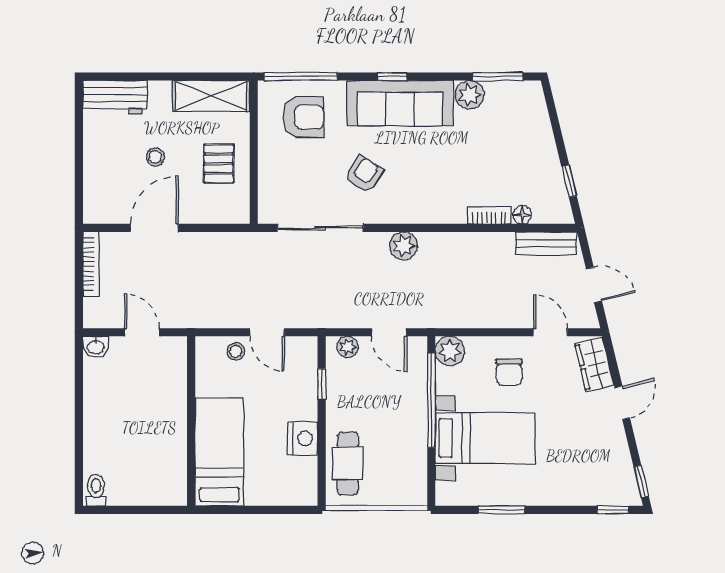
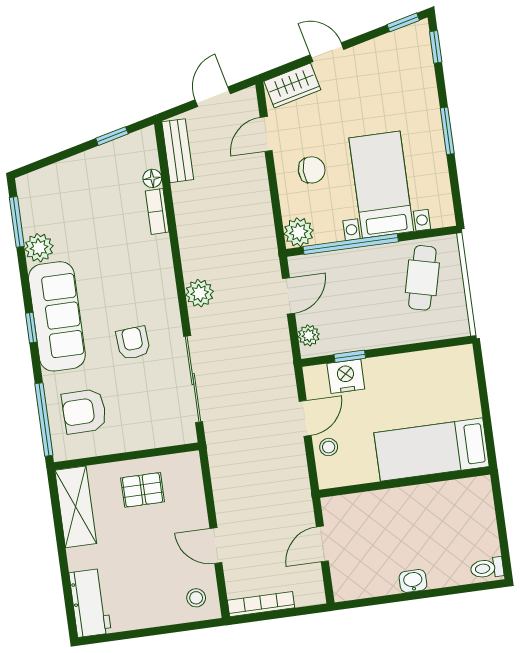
armchair: (303, 117) -> (84, 411), turned -91
stool: (155, 157) -> (196, 598), moved
armchair: (364, 174) -> (133, 343), turned 53
door: (154, 228) -> (216, 546), width x0.73
washbasin: (96, 347) -> (413, 581), moved, turned -90
nightstand: (303, 438) -> (346, 376), moved
cafe table: (348, 463) -> (422, 278), moved, turned -76
window: (502, 510) -> (447, 131), moved

